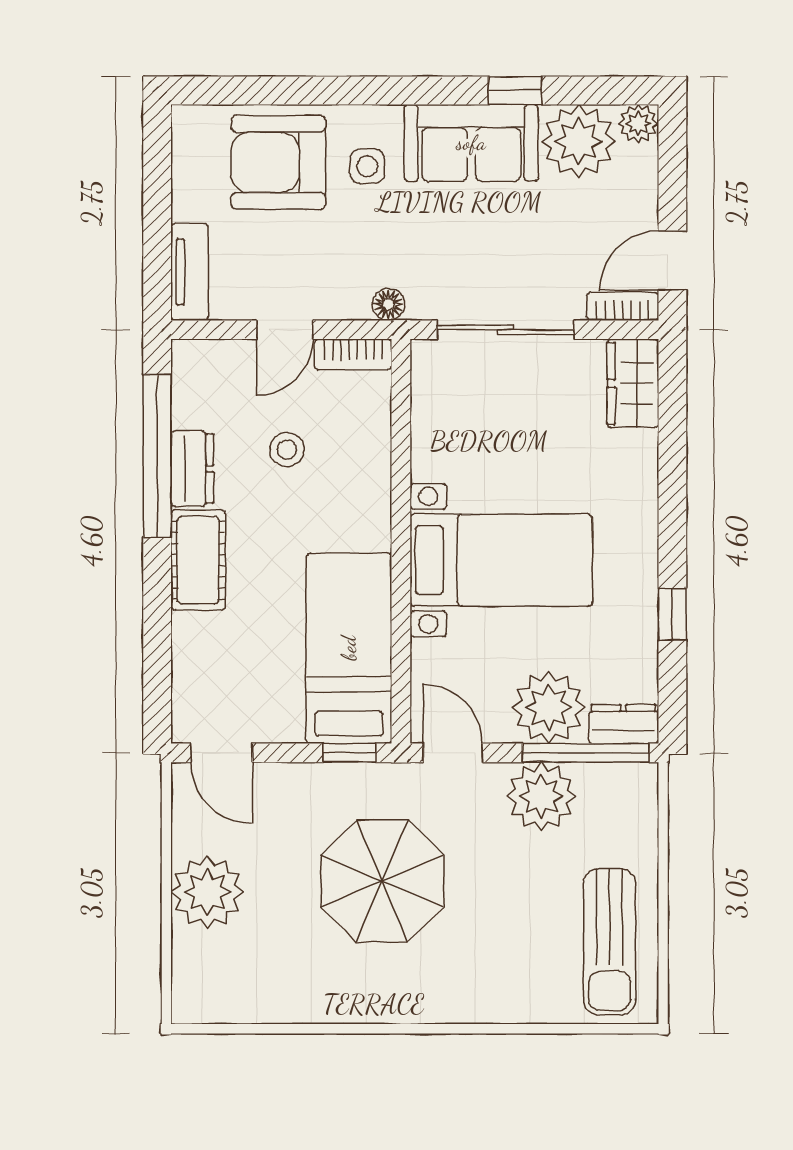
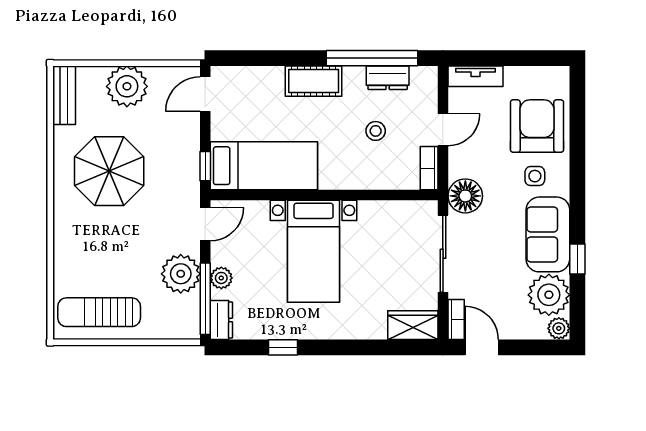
floor lamp: (388, 304) -> (465, 196), width x1.89, depth x1.89
door: (285, 330) -> (443, 130), swing flipped
dresser: (192, 469) -> (388, 78), moved
plant: (549, 707) -> (221, 278), width x0.53, depth x0.53
parasol: (382, 881) -> (109, 171), moved
bench: (223, 1004) -> (64, 95), added

